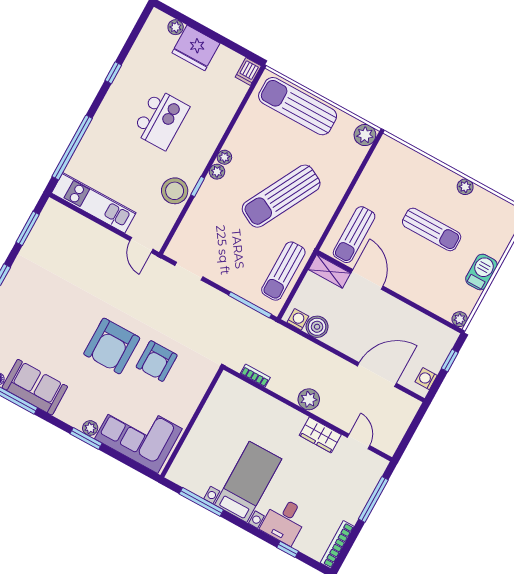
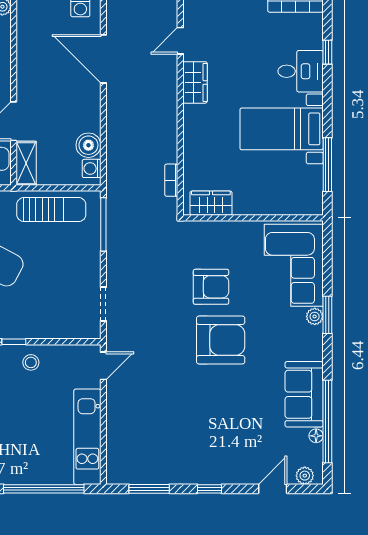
stool: (175, 191) -> (31, 362), width x0.53, depth x0.53
wardrobe: (221, 396) -> (211, 203), added
plant: (309, 399) -> (166, 114), removed

